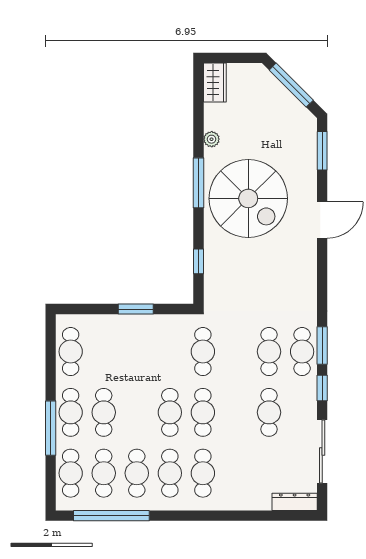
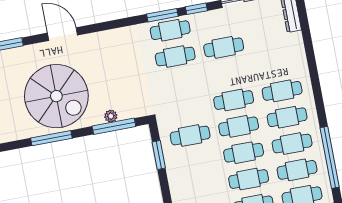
plant: (212, 139) -> (111, 116), moved
spiral stairs: (248, 198) -> (56, 96), turned 90
window: (199, 261) -> (114, 126), width x2.17
window: (136, 309) -> (159, 155), moved
cafe table: (203, 352) -> (190, 136), moved
cafe table: (137, 412) -> (244, 153), added

